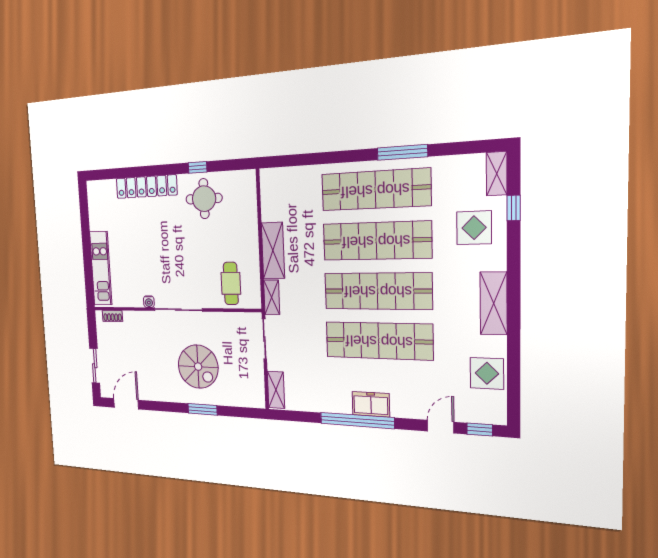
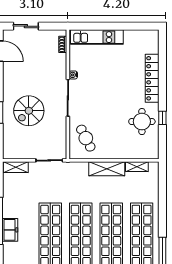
cafe table: (231, 283) -> (86, 138), turned 63
shelving: (272, 297) -> (137, 167), moved

